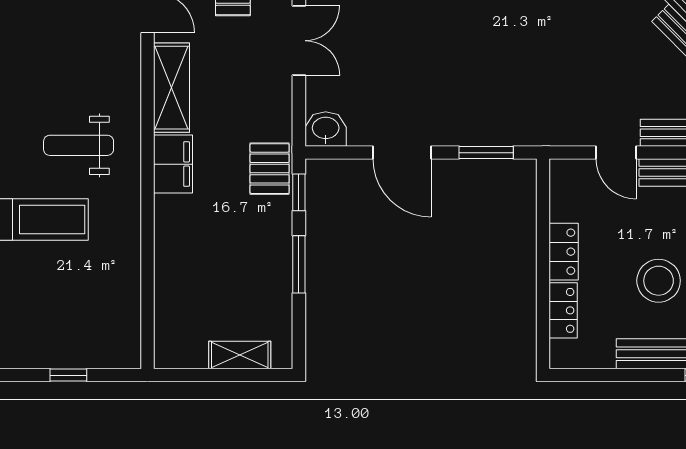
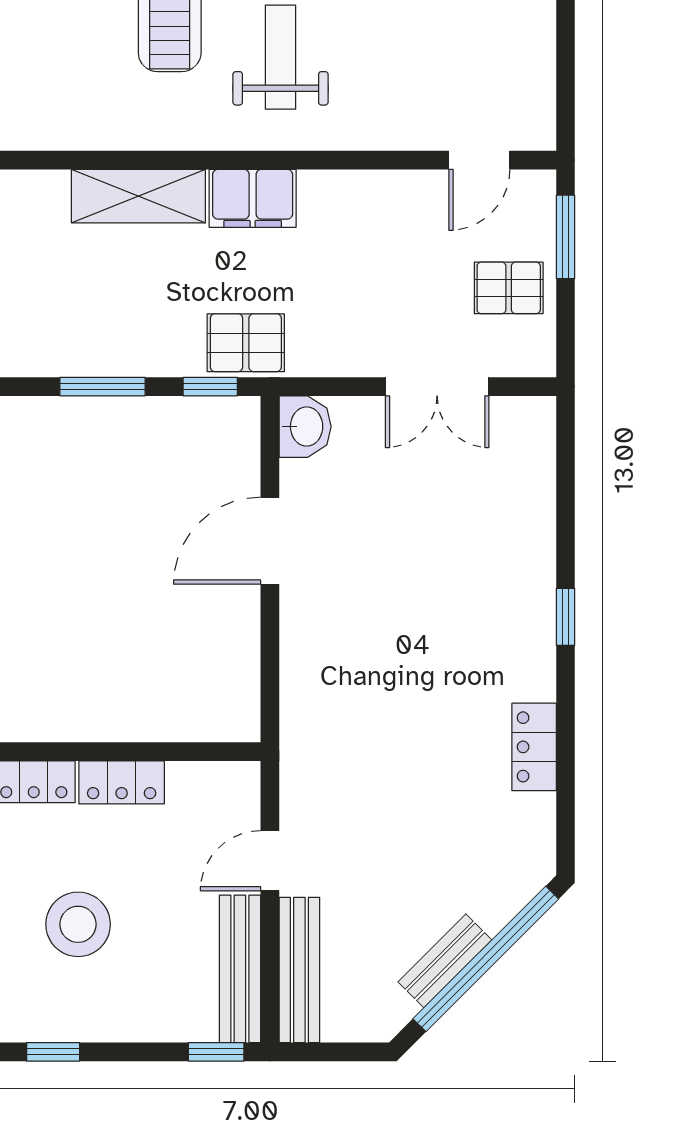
shelving: (172, 88) -> (138, 196), moved
window: (486, 153) -> (270, 667), removed

